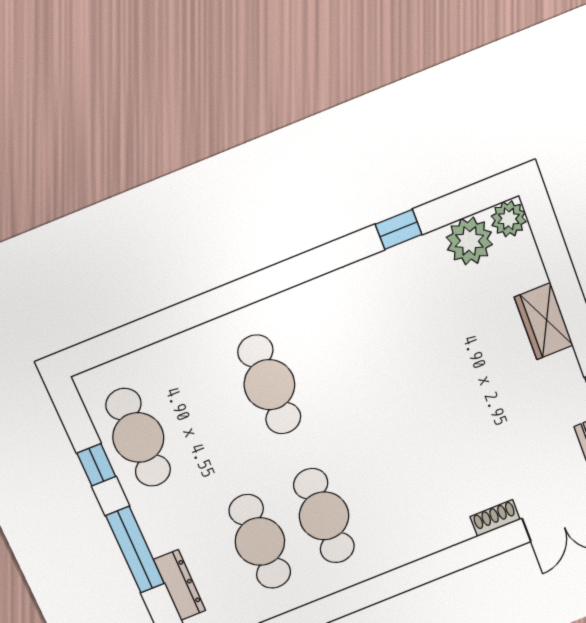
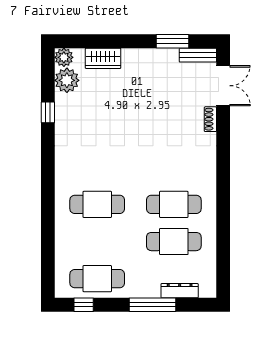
wardrobe: (544, 321) -> (103, 58), moved
window: (96, 465) -> (84, 305), moved

